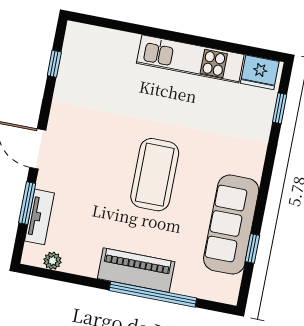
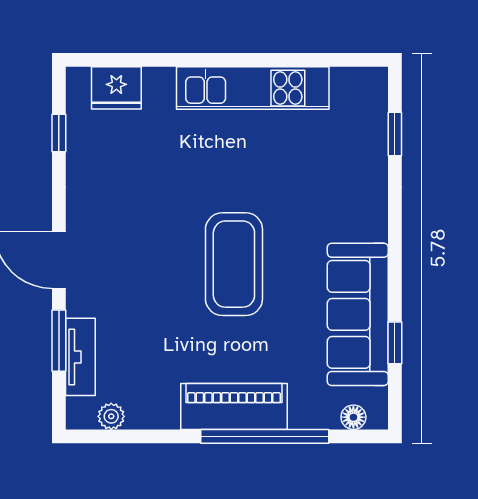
fridge: (260, 72) -> (116, 88), moved
floor lamp: (215, 293) -> (353, 417), added

